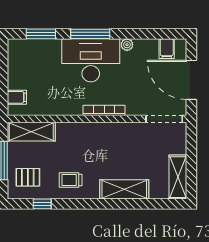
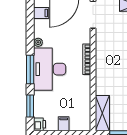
printer: (16, 47) -> (40, 124), added
filing cabinet: (17, 97) -> (64, 124), moved

